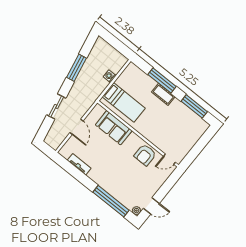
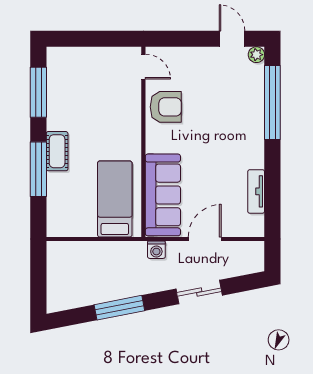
washing machine: (110, 76) -> (156, 250), moved
sofa: (114, 128) -> (163, 195), width x1.36

